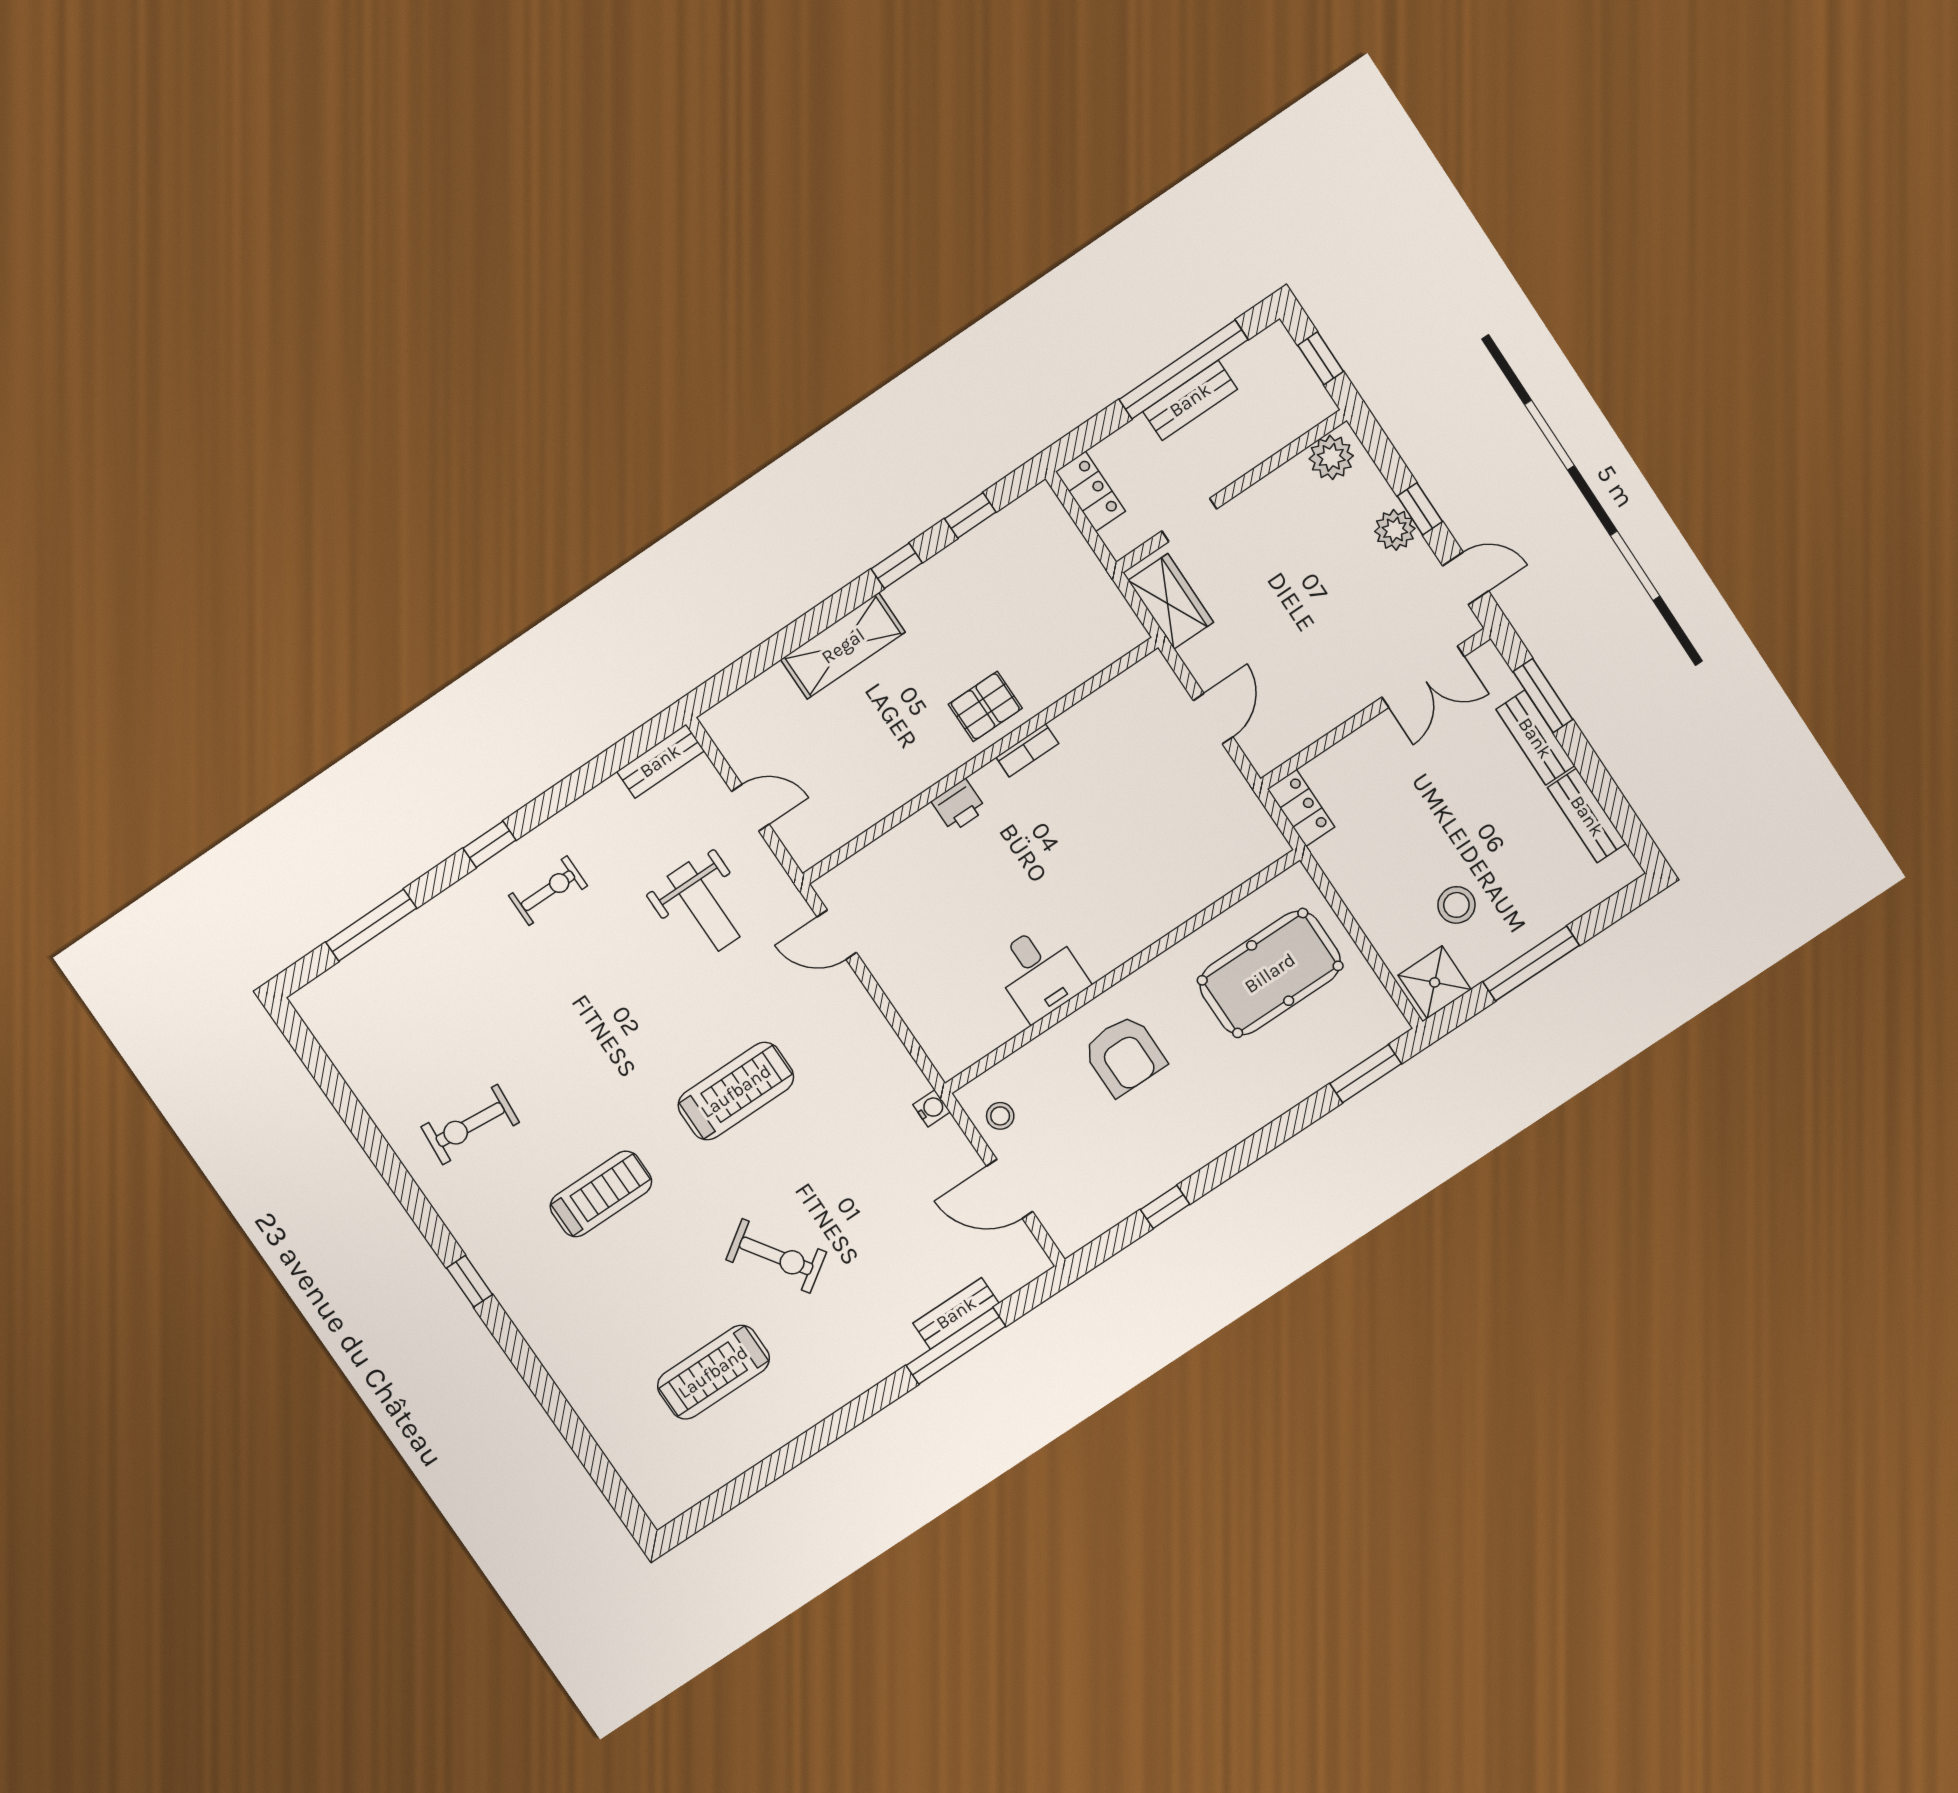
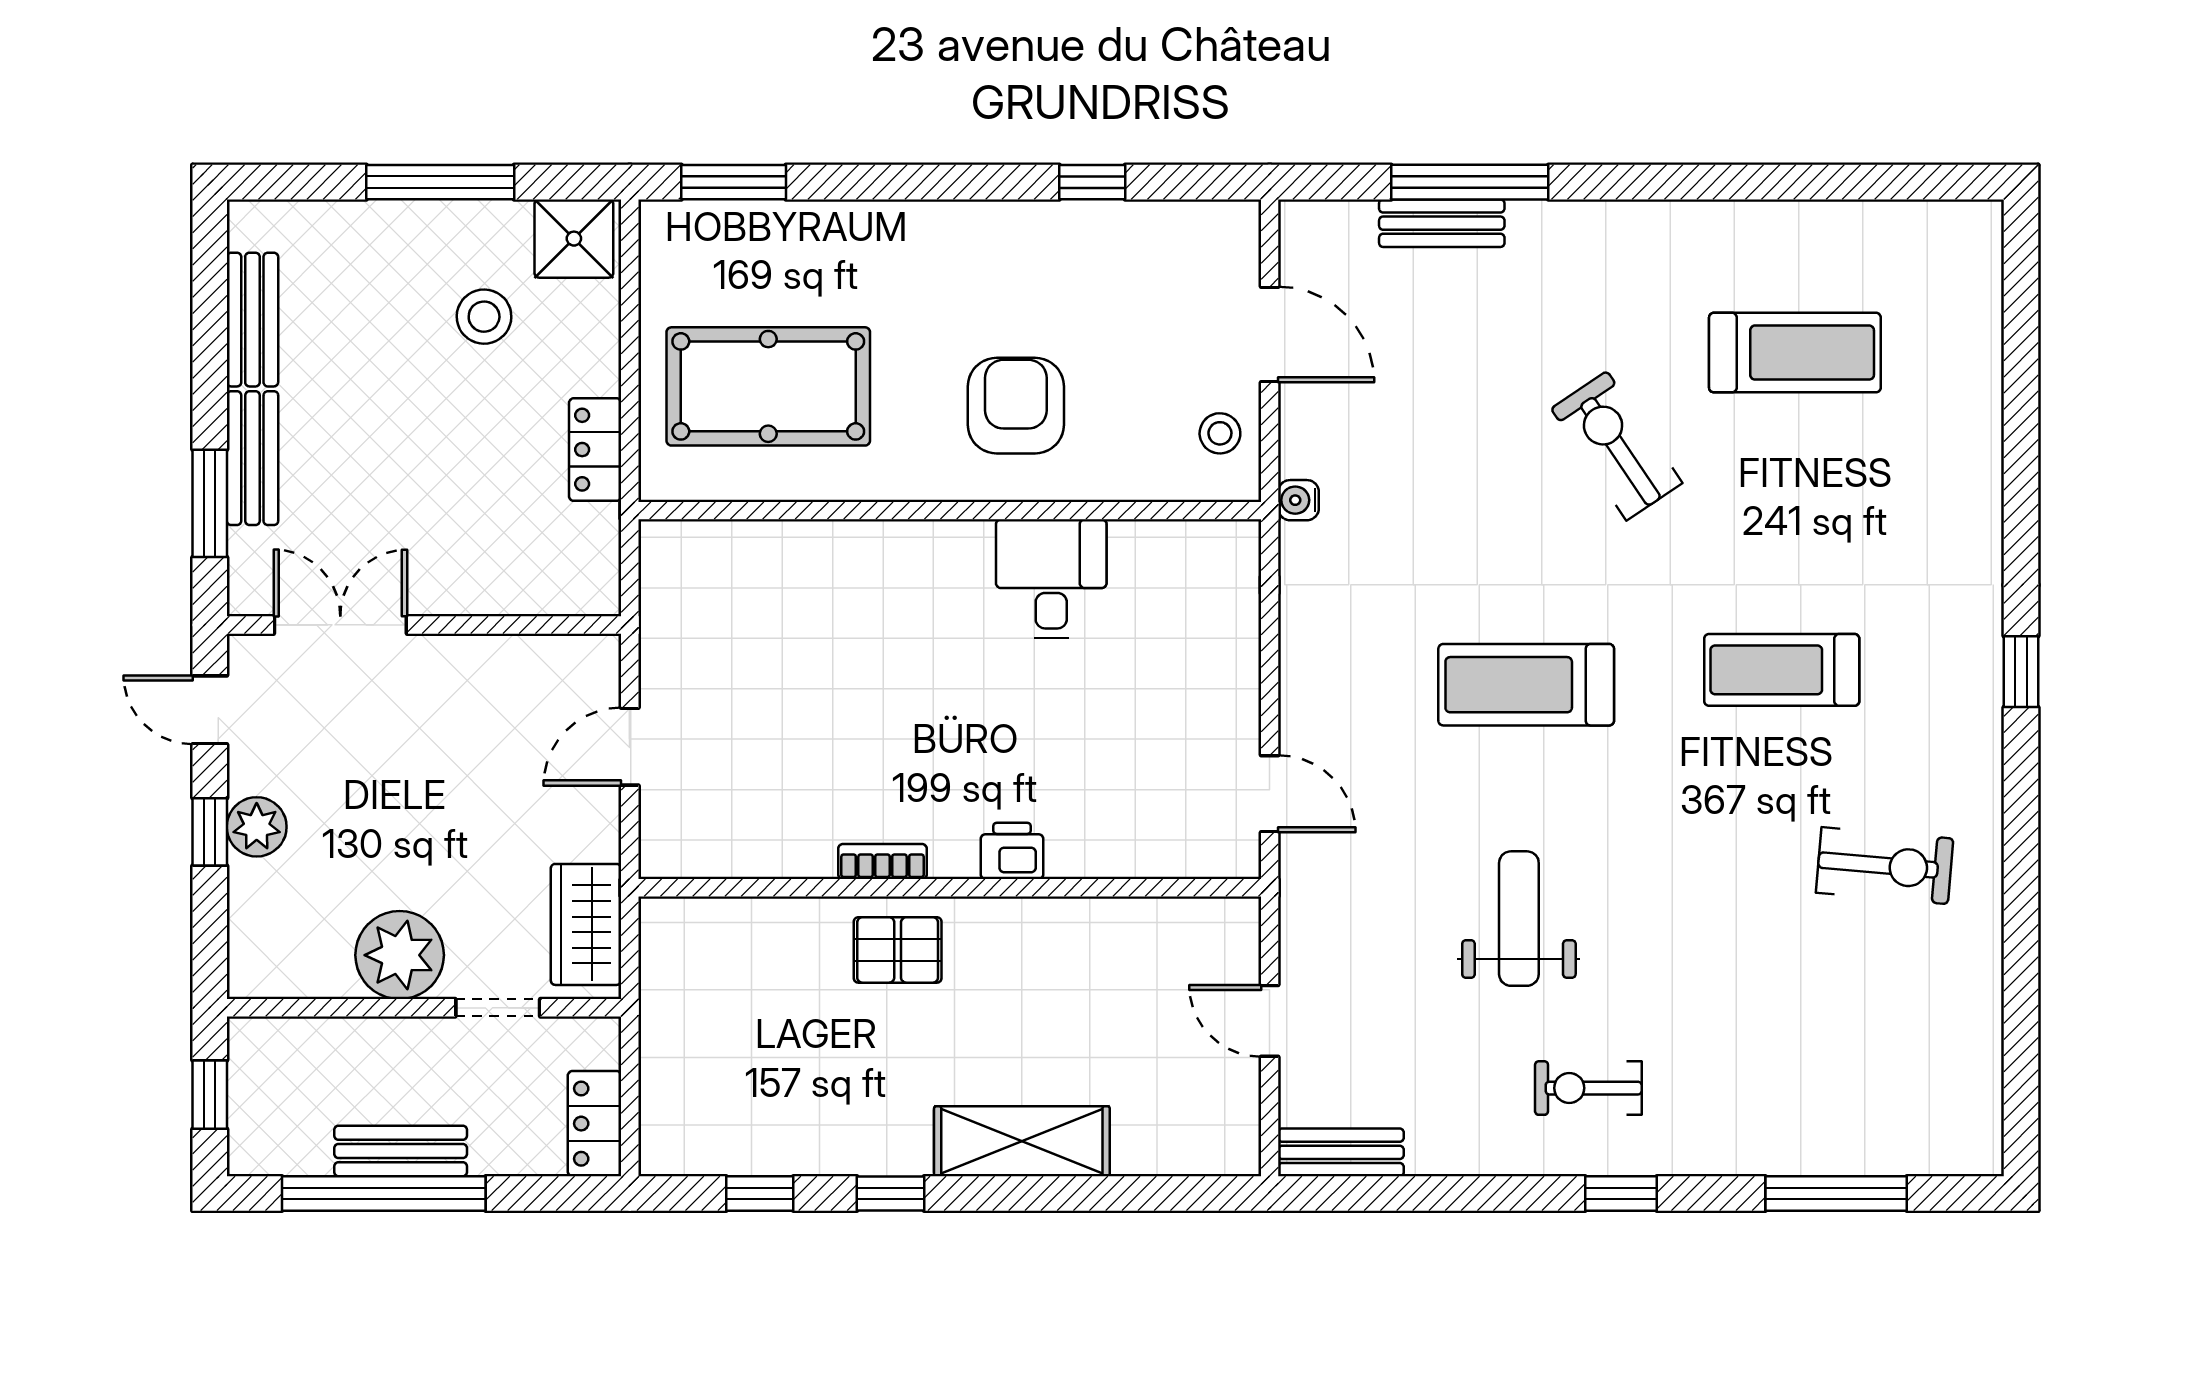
plant: (1331, 457) -> (400, 955), moved, width x1.36, depth x1.36
locker: (1301, 808) -> (595, 450), moved
weight bench: (704, 907) -> (1519, 919), moved

